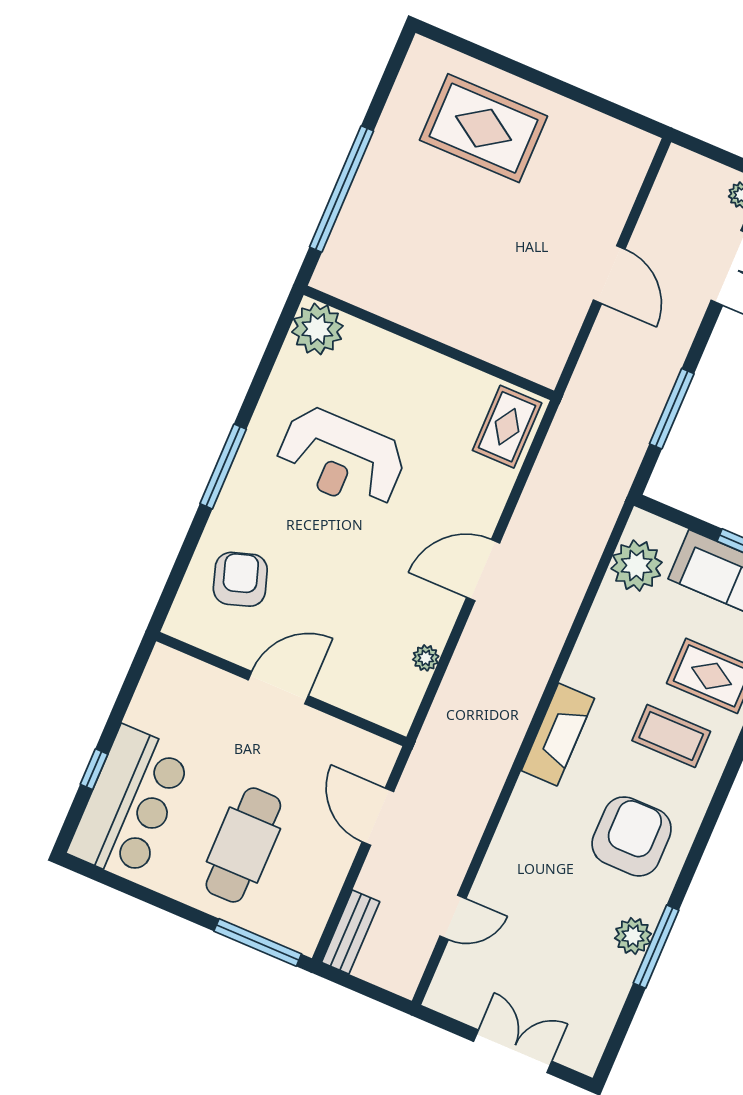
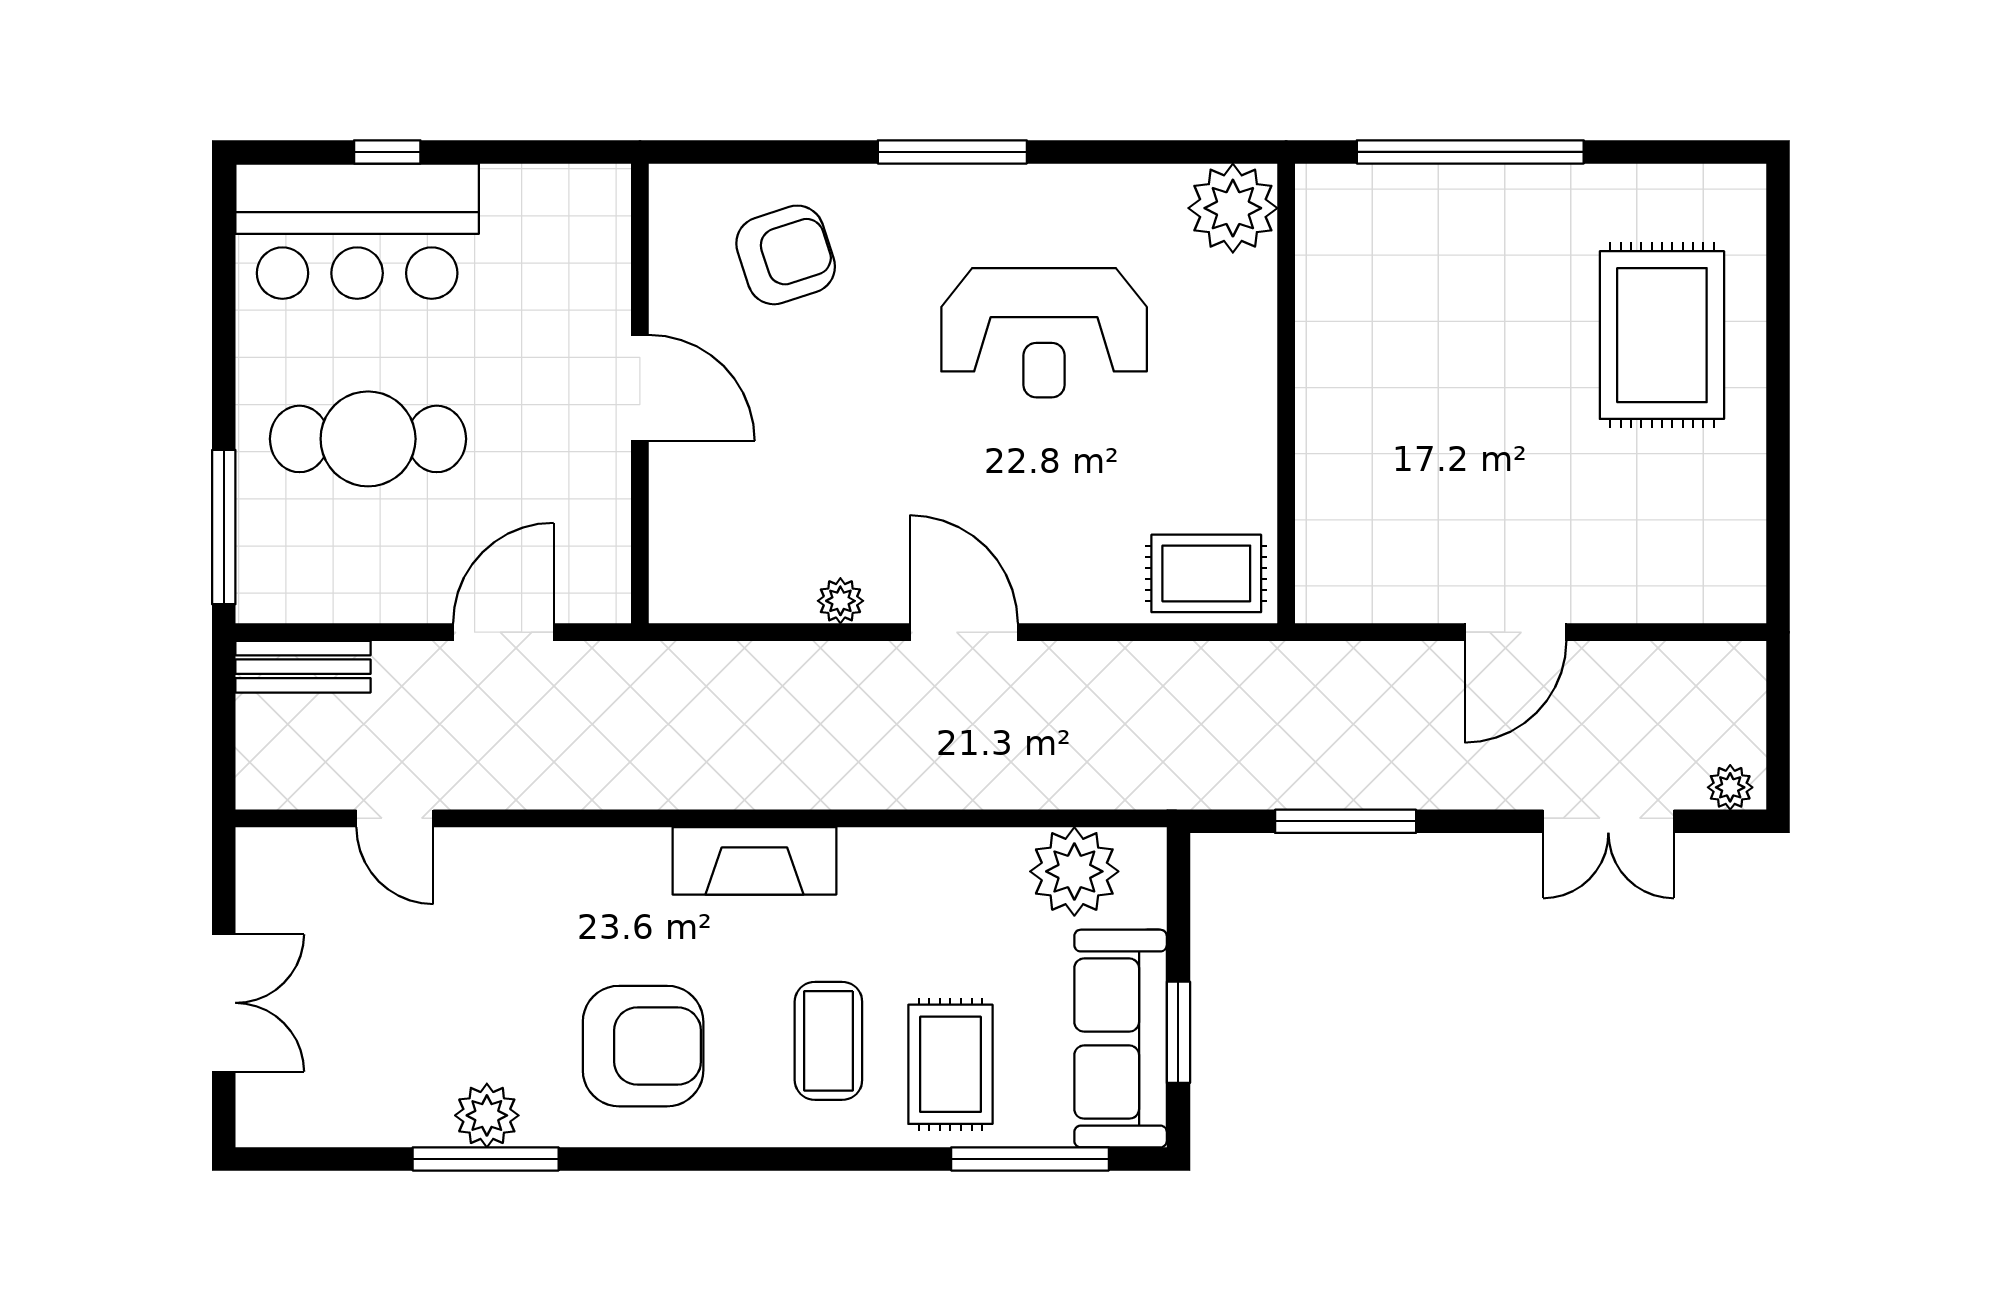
reception desk: (341, 459) -> (1044, 333), turned -90
plant: (426, 658) -> (840, 601), moved

